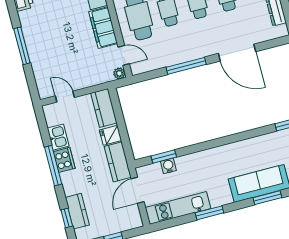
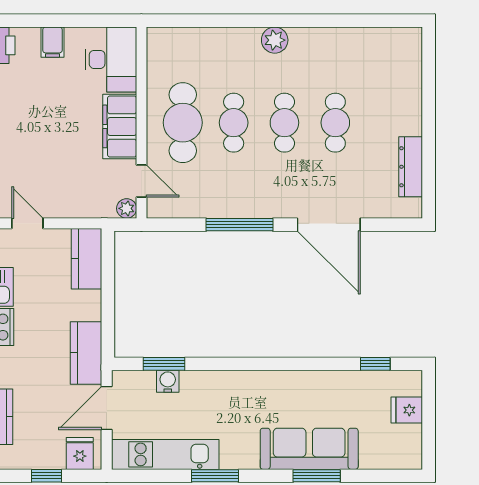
fridge: (110, 135) -> (80, 454), moved, turned 90

